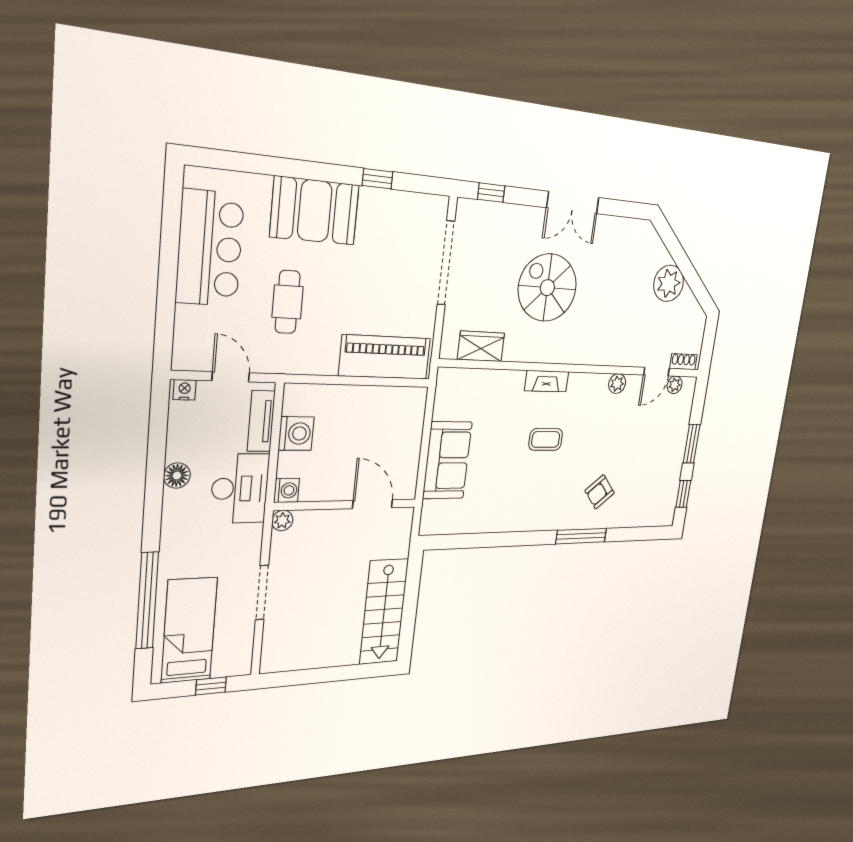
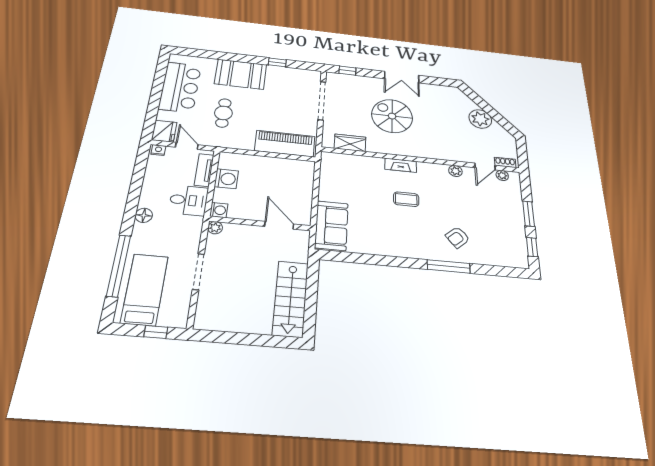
fridge: (191, 350) -> (164, 131), added
sofa: (447, 460) -> (331, 226), moved
floor lamp: (177, 476) -> (144, 215), moved
desk: (240, 489) -> (189, 200), width x0.73

